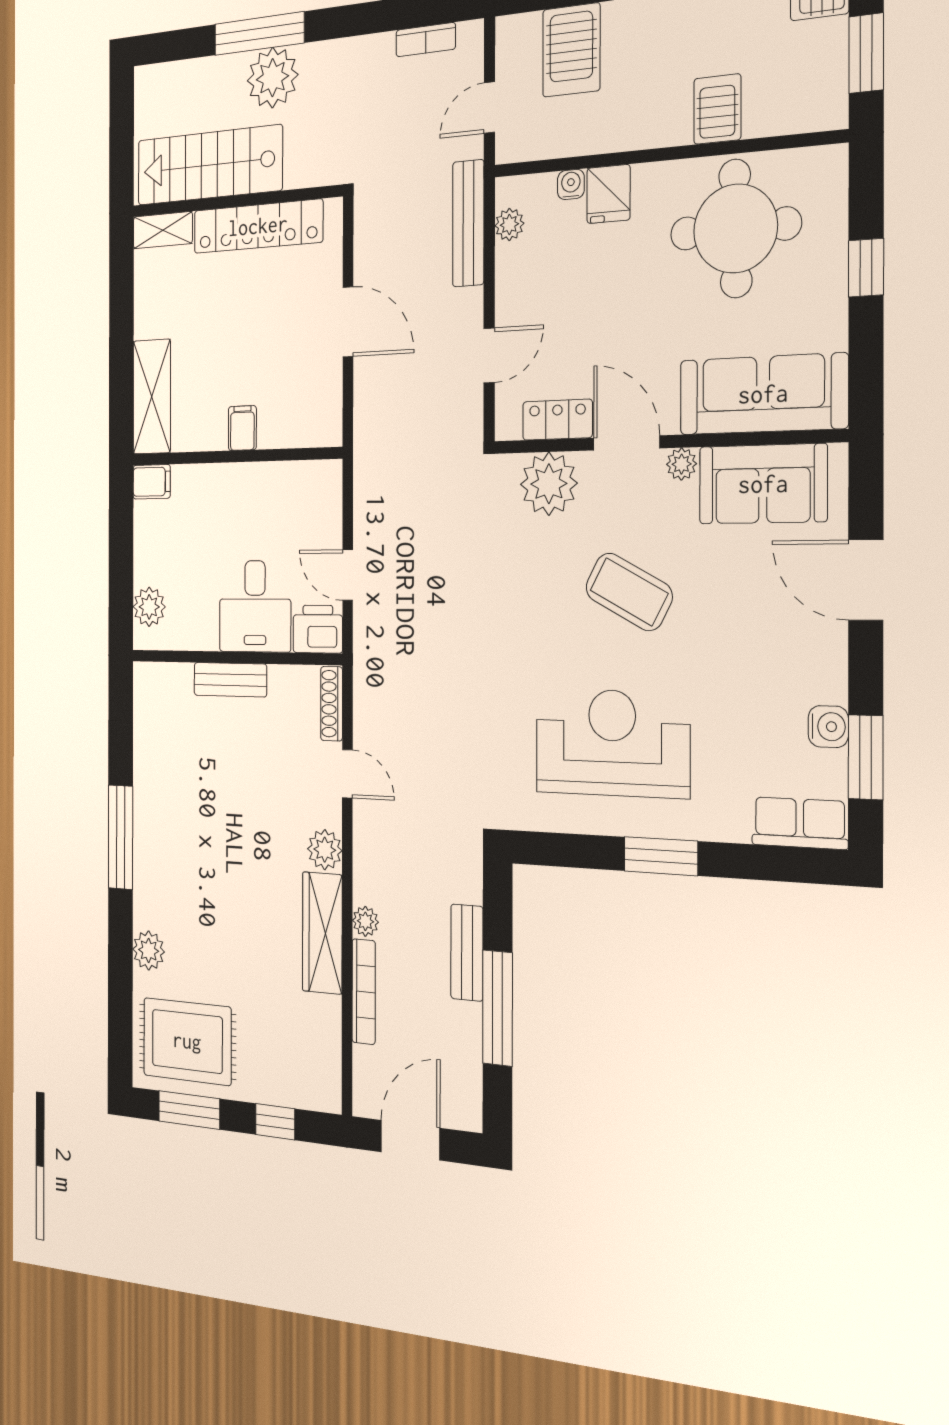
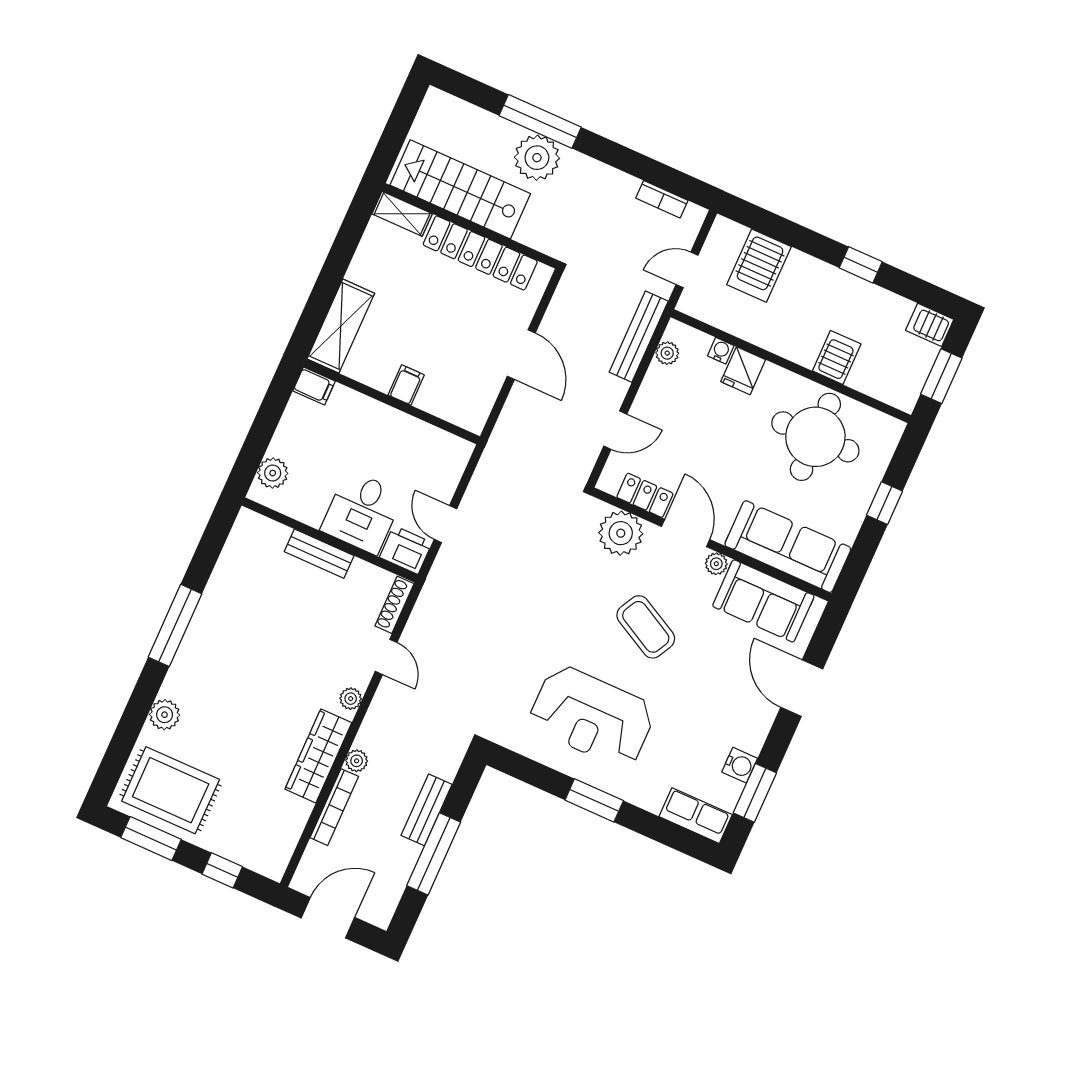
reception desk: (612, 743) -> (592, 716), turned 180
plant: (325, 850) -> (351, 699), width x0.73, depth x0.73

